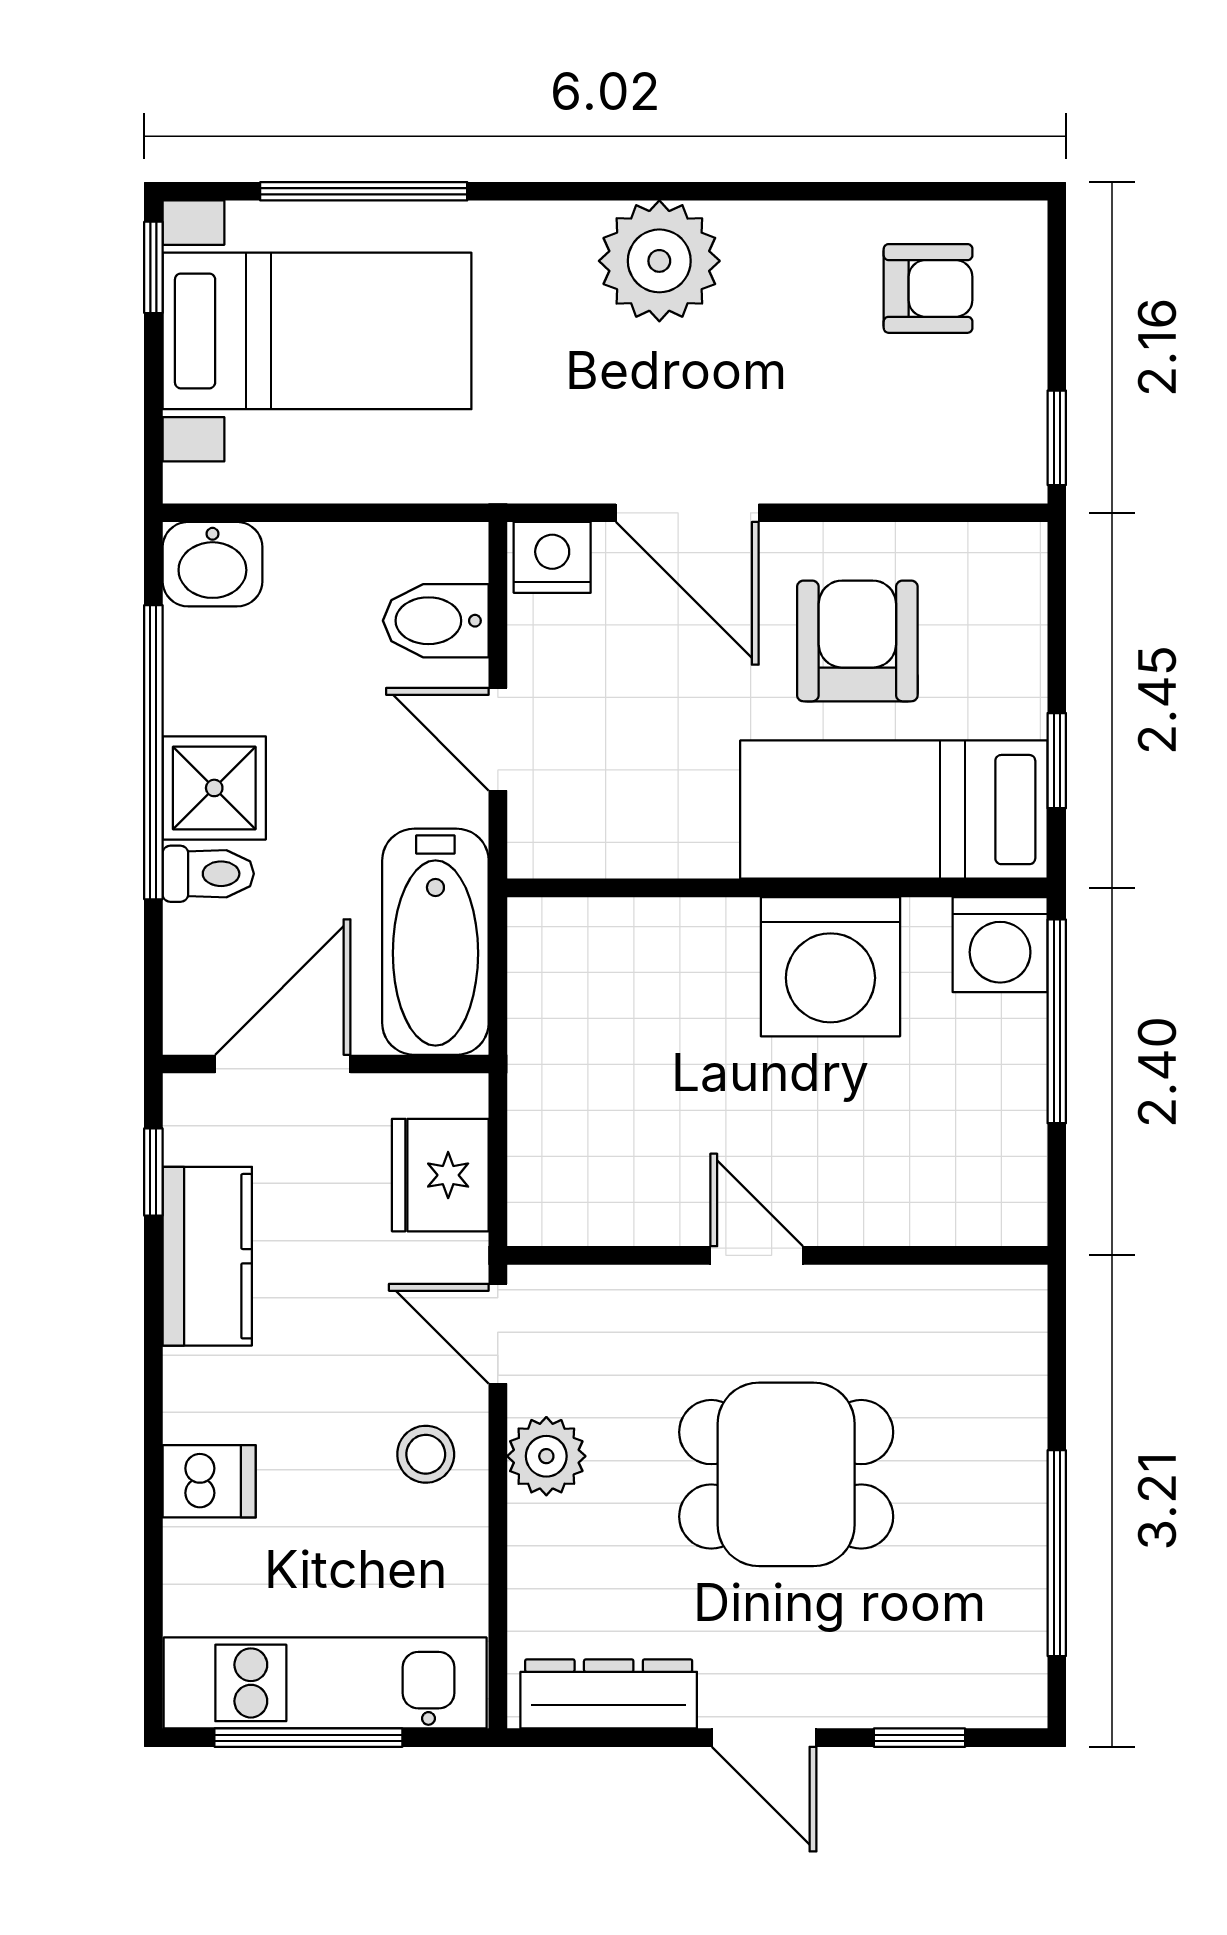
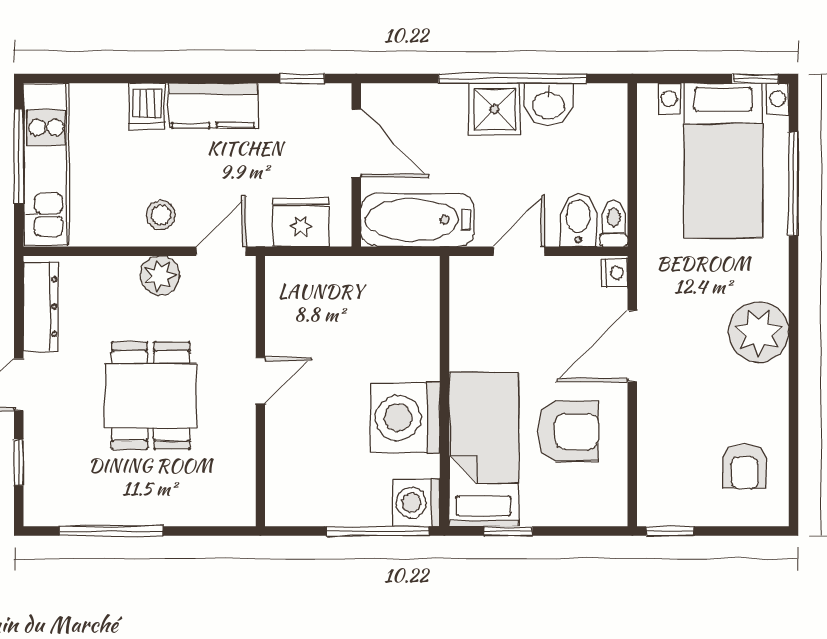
nightstand: (552, 557) -> (615, 273), width x0.72, depth x0.74
washbasin: (212, 564) -> (548, 104), moved, turned -90
toilet: (208, 874) -> (614, 224), moved, turned 180
kitchen counter: (207, 1256) -> (213, 106), moved

